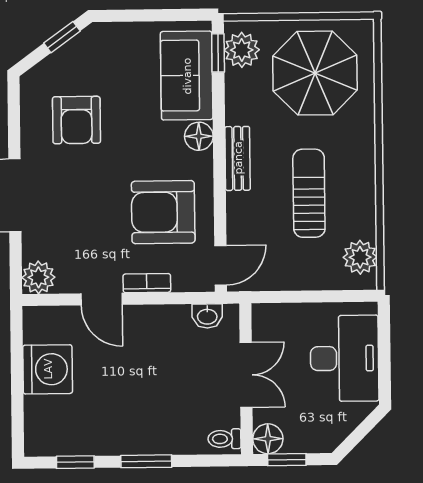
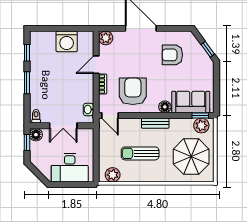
sun lounger: (309, 193) -> (140, 153), turned 180

